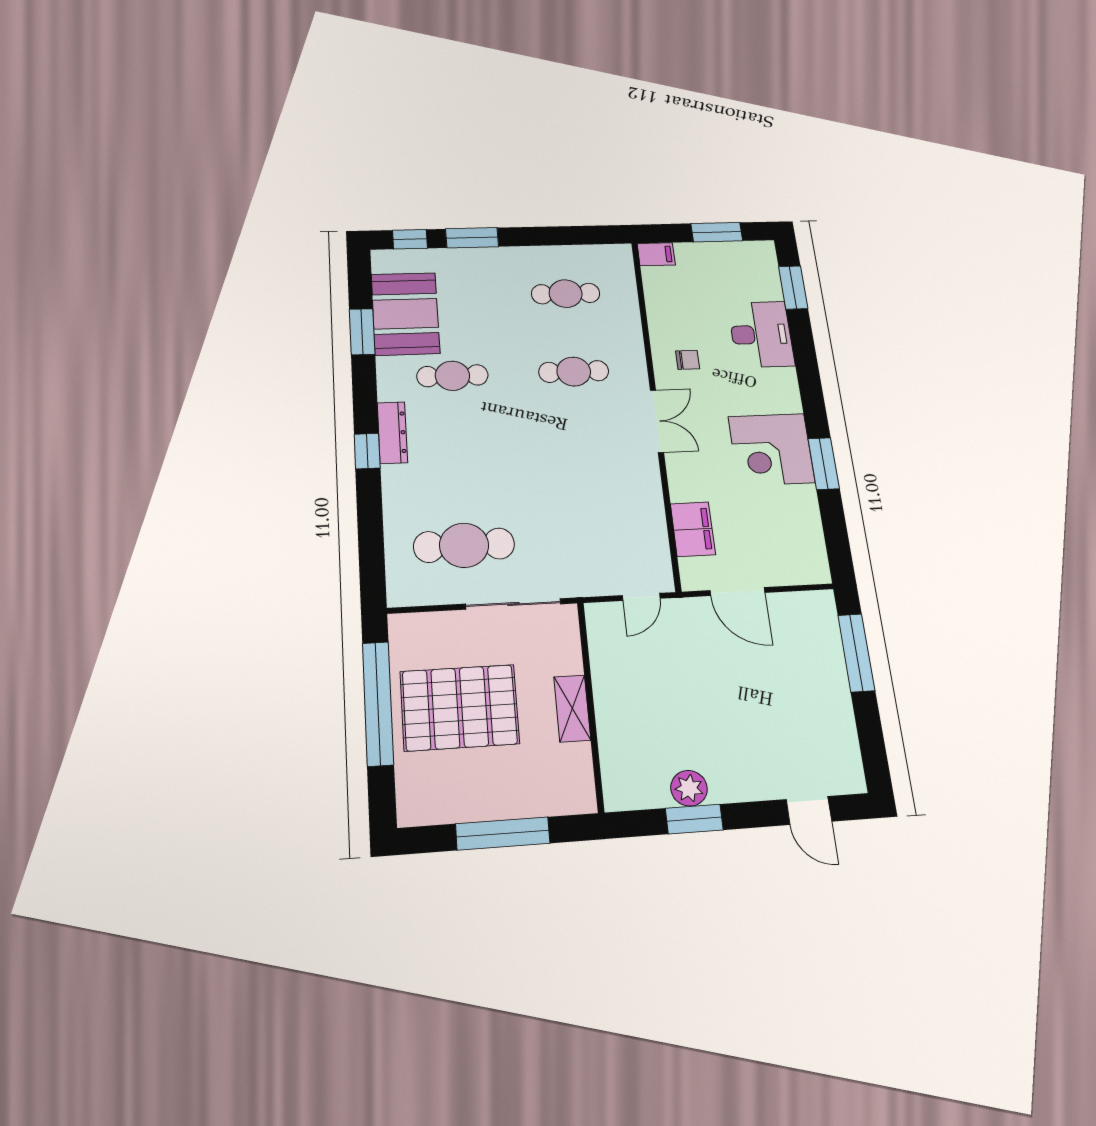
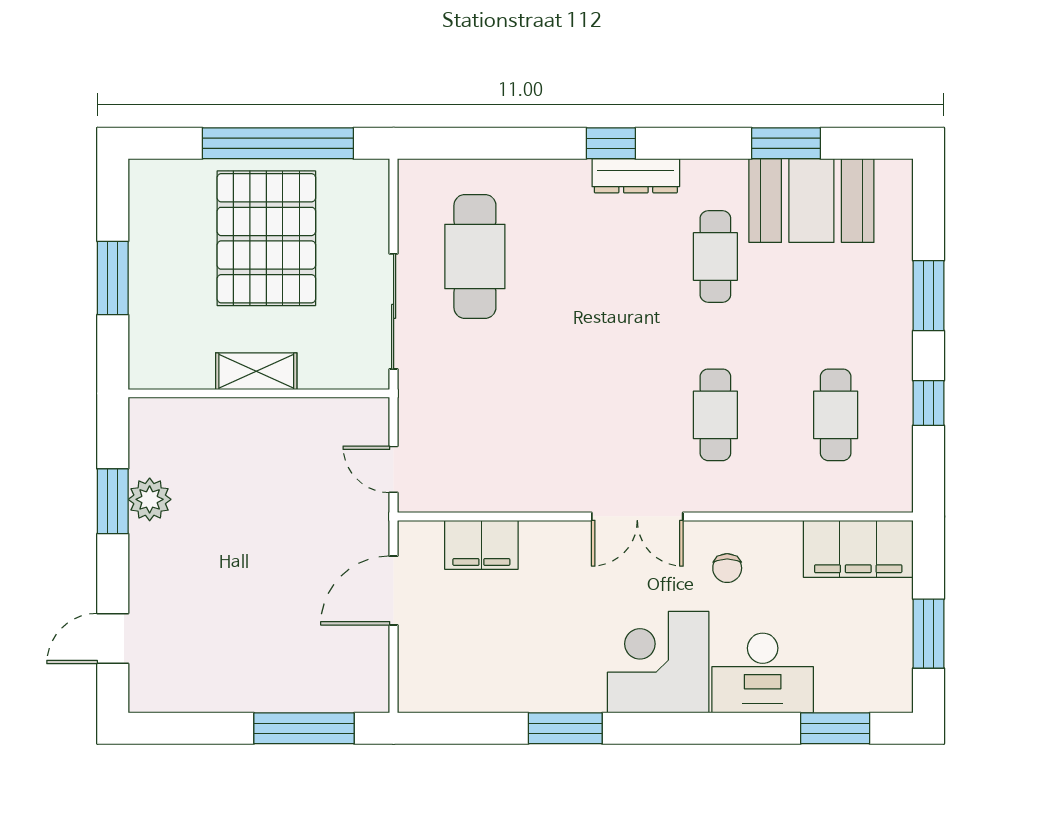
window: (410, 239) -> (928, 403), moved
filing cabinet: (656, 254) -> (858, 549), width x3.00, depth x1.17
corner desk: (771, 450) -> (658, 662), moved
window: (503, 833) -> (113, 278), width x0.69

